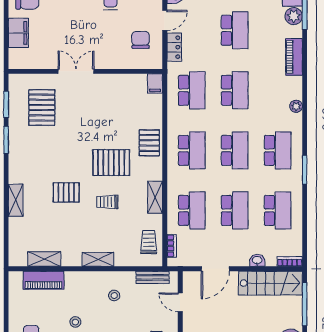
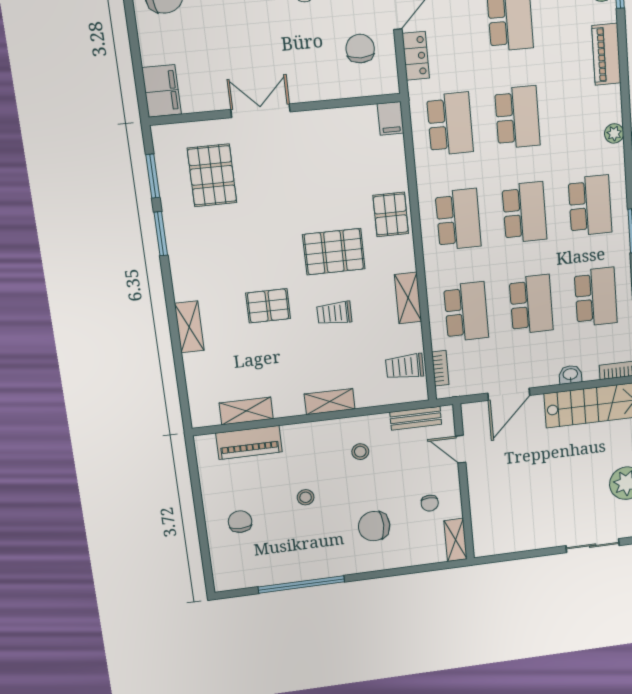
filing cabinet: (18, 33) -> (162, 91), moved
trolley: (149, 242) -> (405, 367), turned -90

